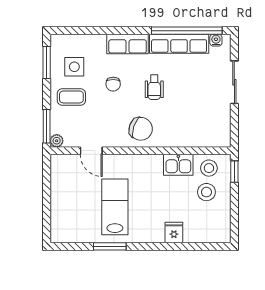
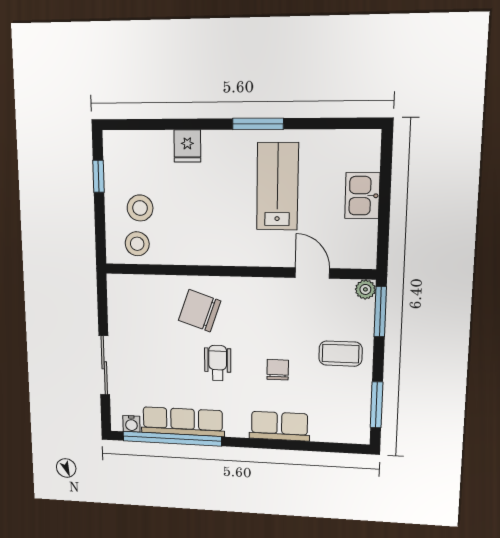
row of seats: (128, 44) -> (279, 426), moved
side table: (74, 67) -> (335, 397), removed
chair: (141, 129) -> (200, 311), moved
kitchen sink: (178, 165) -> (362, 196), moved, turned -90
window: (234, 172) -> (99, 176), moved
lab bench: (115, 207) -> (277, 186), turned 180
window: (110, 246) -> (258, 124), moved

